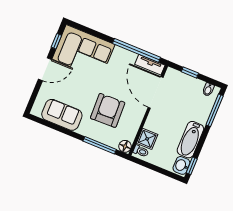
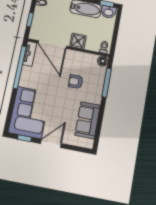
door: (45, 69) -> (51, 143), hinge flipped
door: (156, 92) -> (52, 44), hinge flipped
armchair: (108, 110) -> (76, 82), width x0.53, depth x0.53
shower: (147, 139) -> (78, 41), moved

